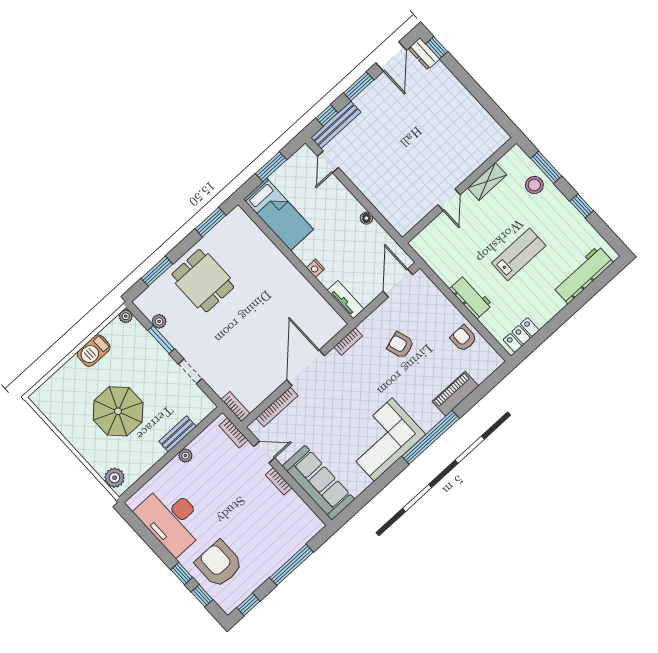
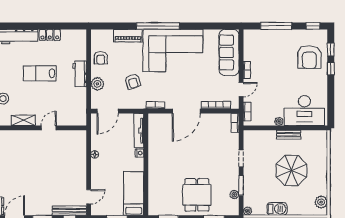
tv unit: (346, 300) -> (139, 131), width x1.41
plant: (439, 304) -> (97, 84), added
locker: (521, 335) -> (50, 35), moved
bench: (178, 434) -> (289, 135), moved
corner sofa: (383, 440) -> (173, 50), width x1.36, depth x1.36
door: (264, 452) -> (241, 90), swing flipped
plant: (115, 478) -> (321, 202), moved
desk: (172, 519) -> (304, 111), moved, turned 90

